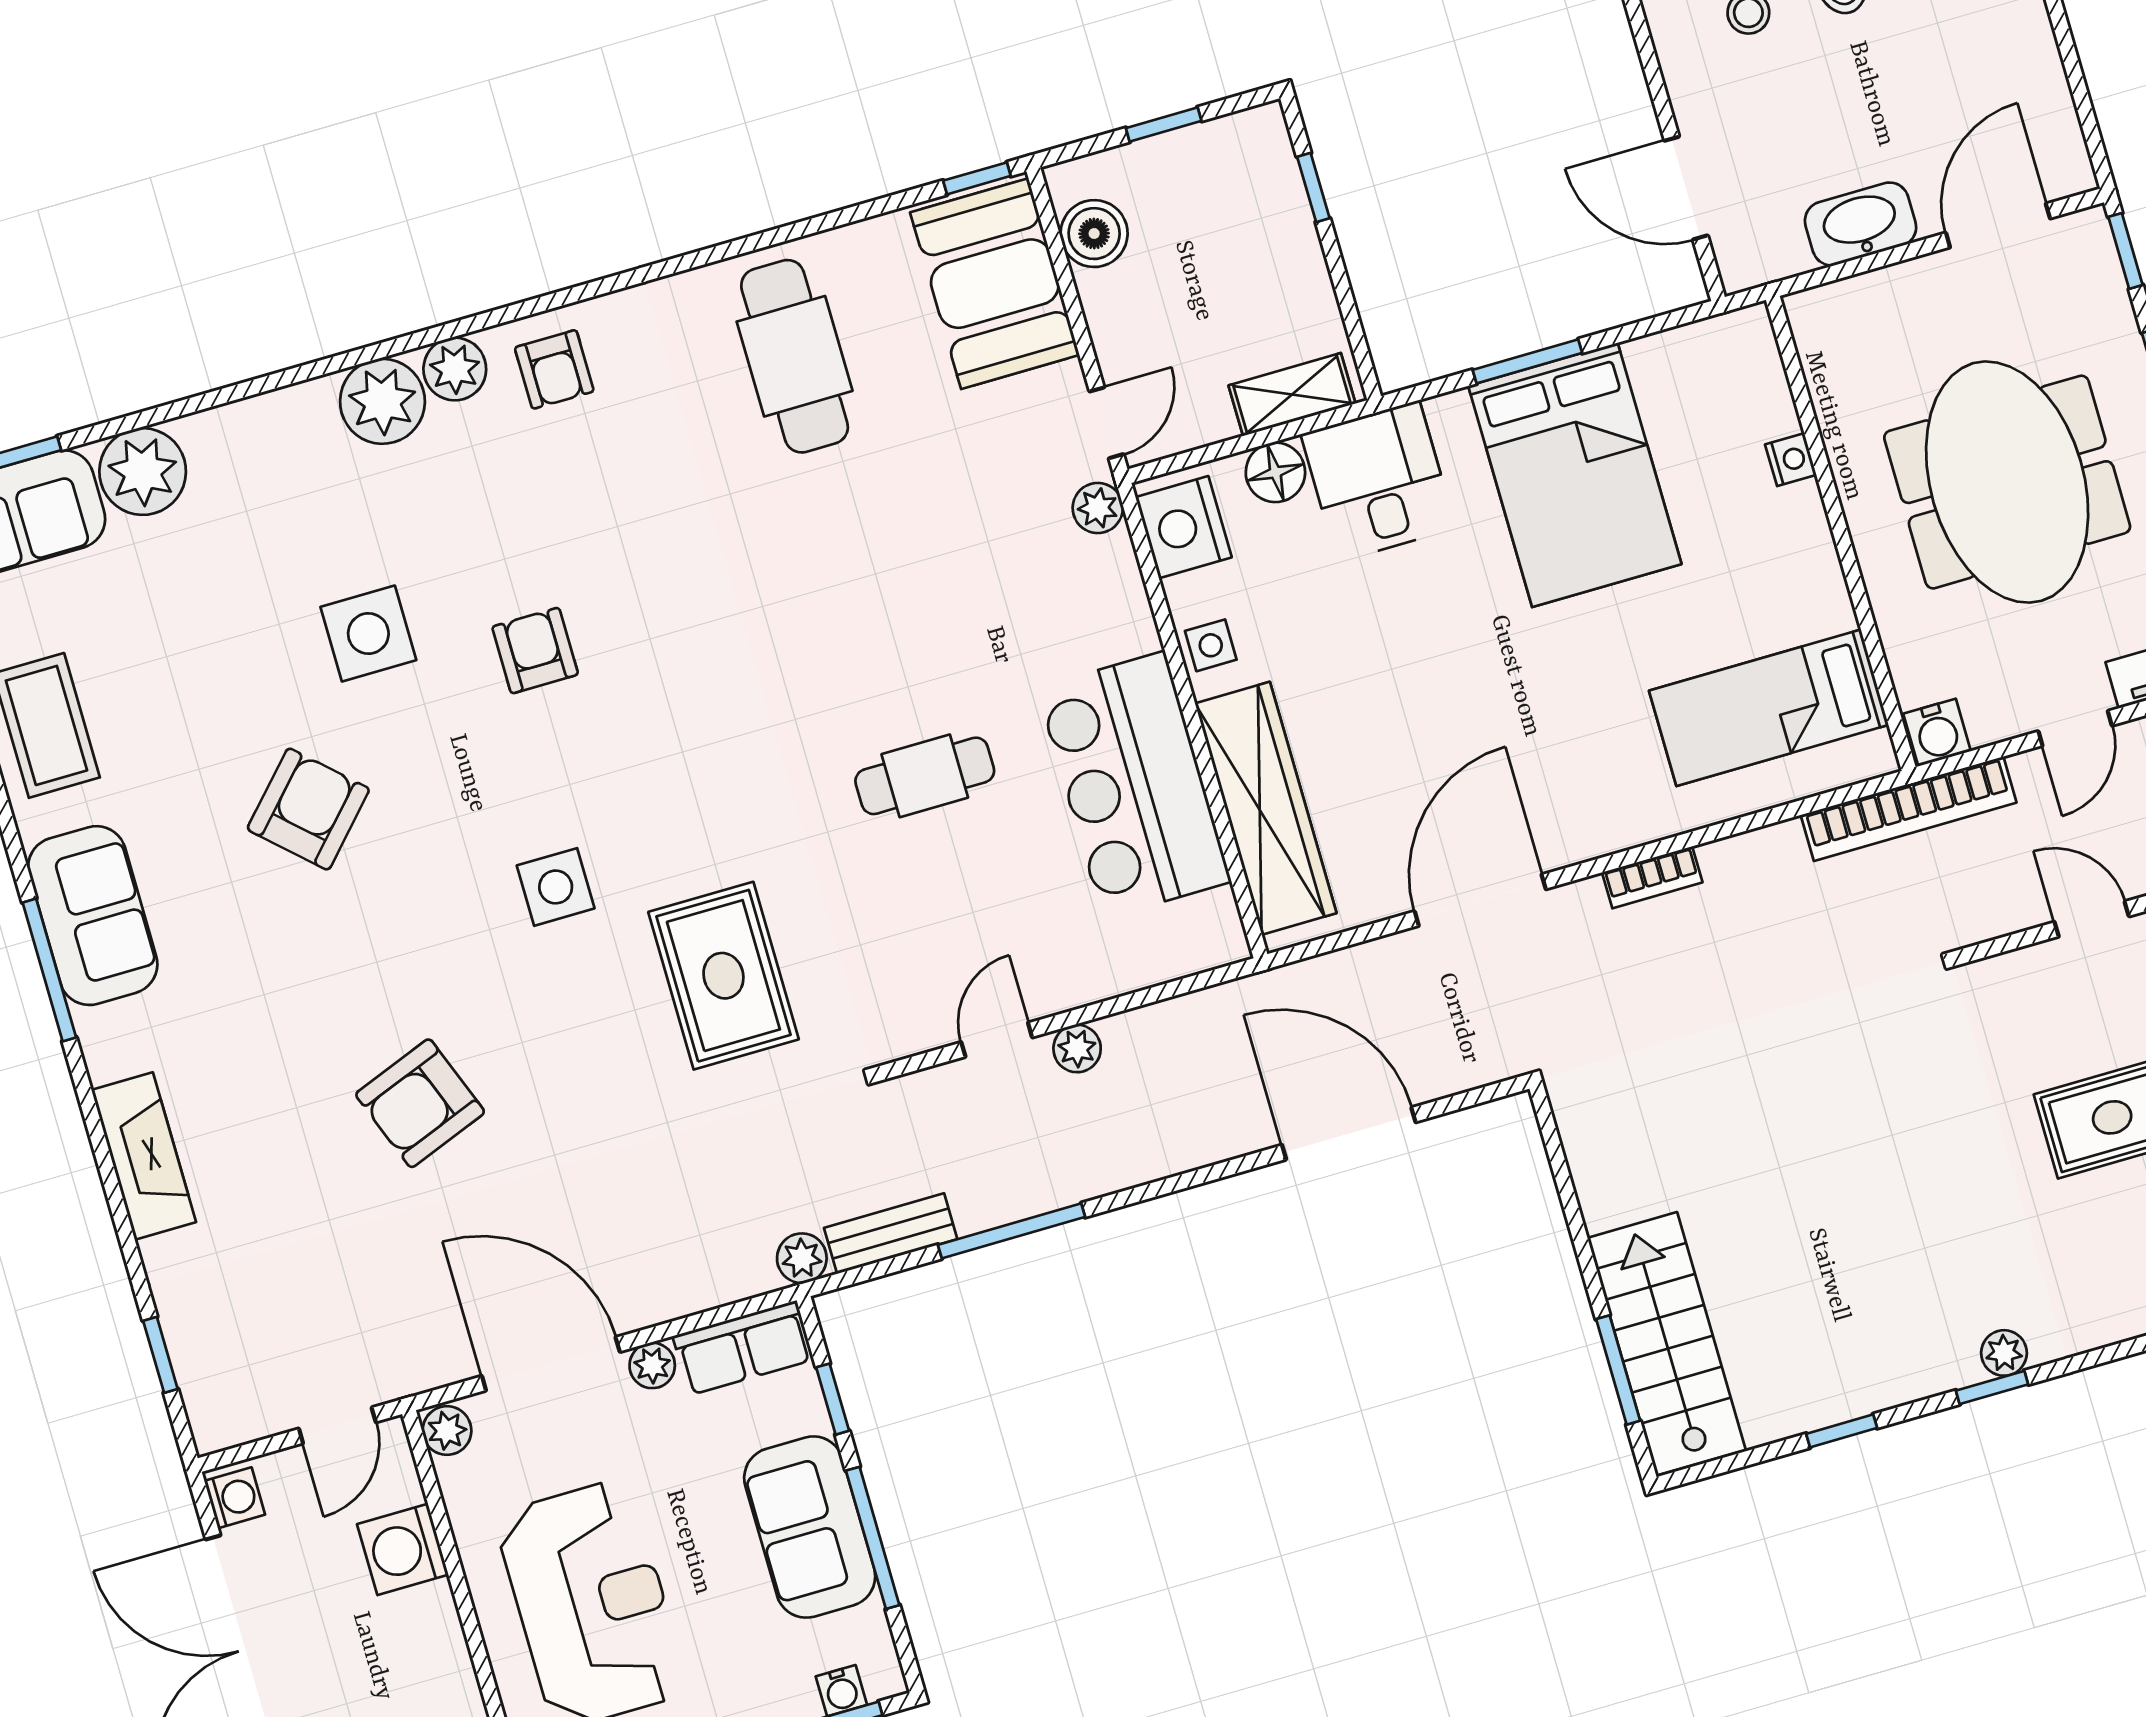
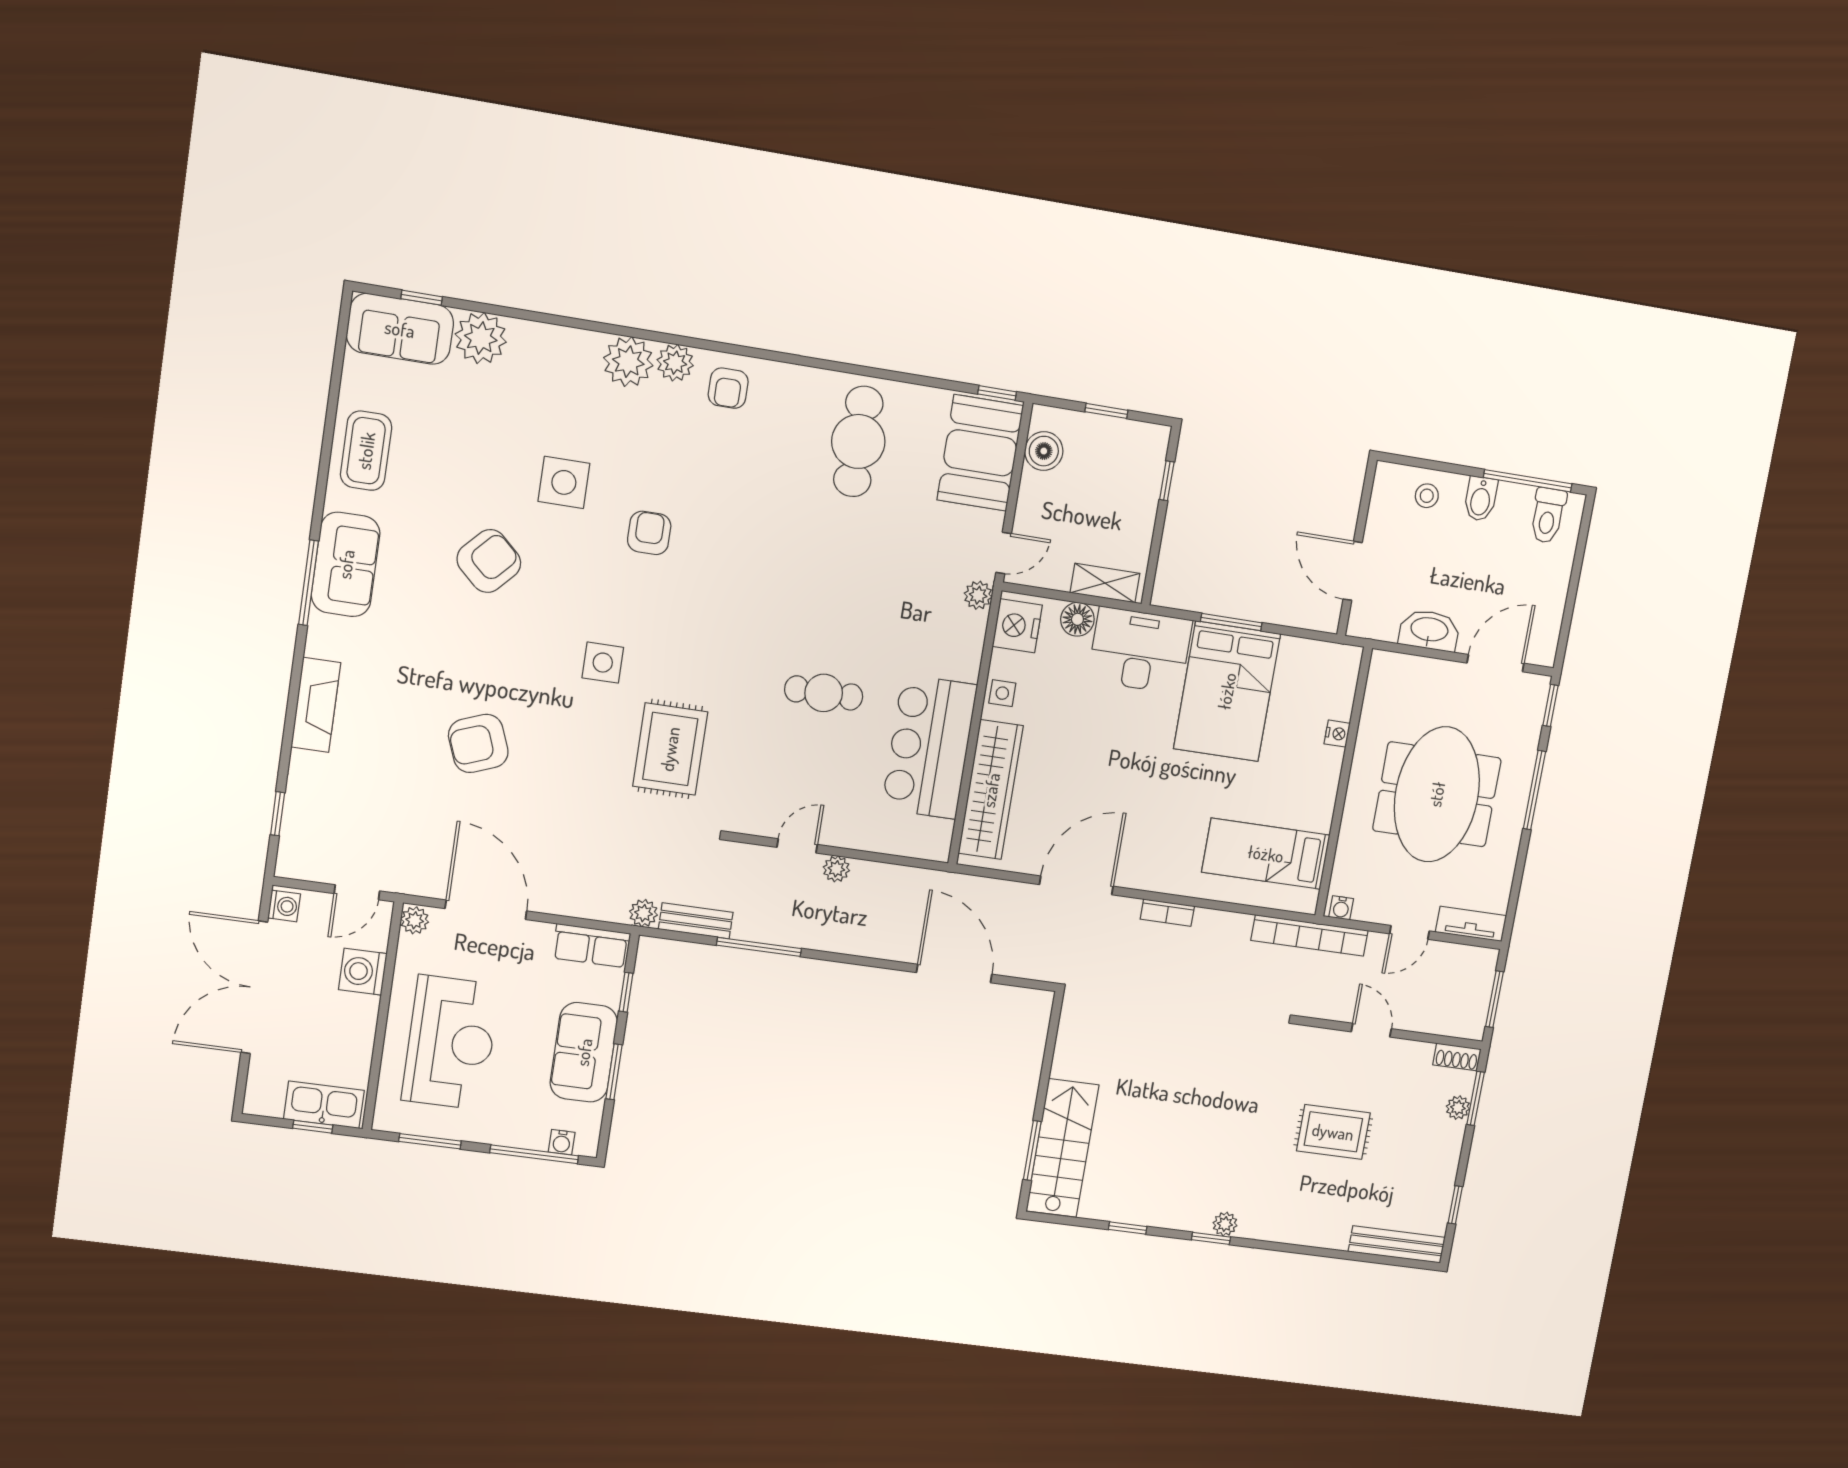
desk: (1378, 481) -> (1140, 650), width x1.37
water cooler: (1937, 732) -> (1341, 908), width x0.72, depth x0.72
plant: (652, 1365) -> (539, 934), removed
window: (873, 1538) -> (614, 1072), width x0.69

